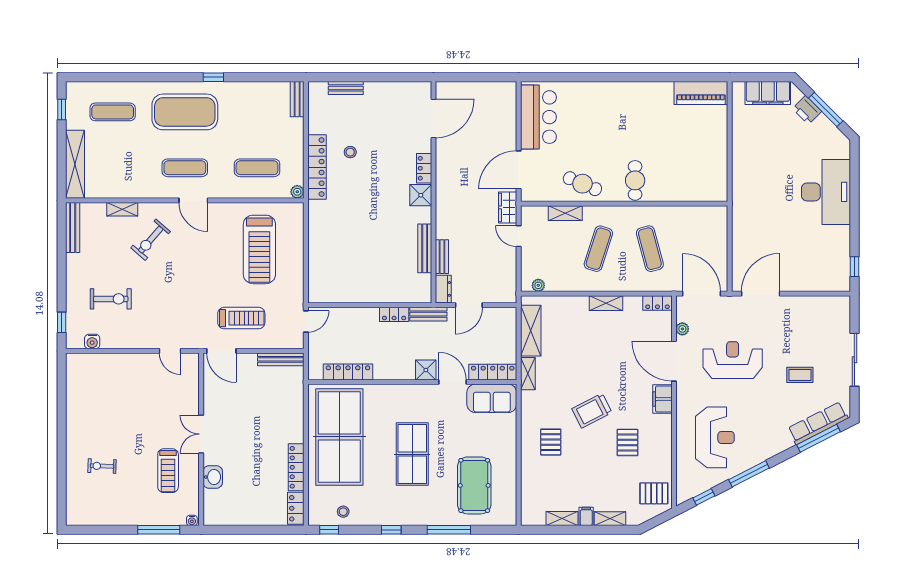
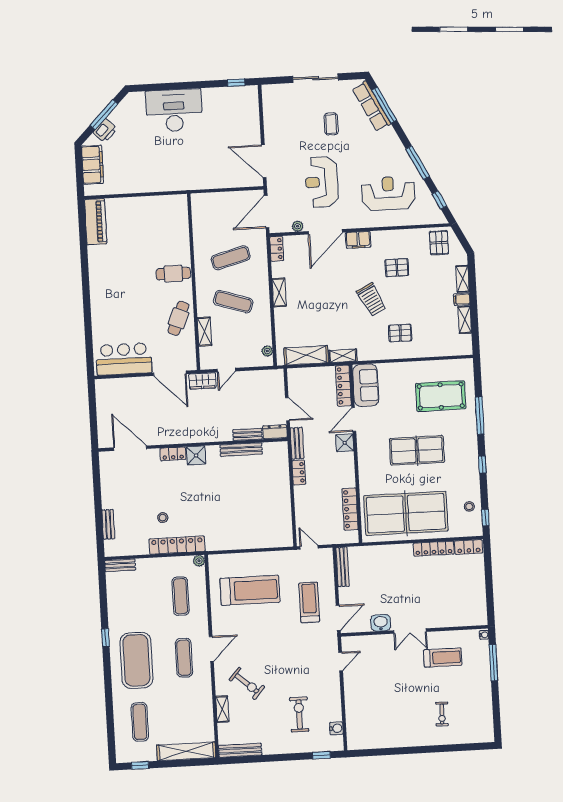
washbasin: (213, 477) -> (381, 623), moved

